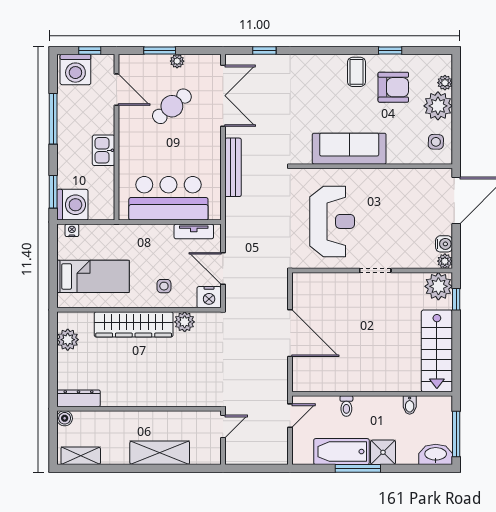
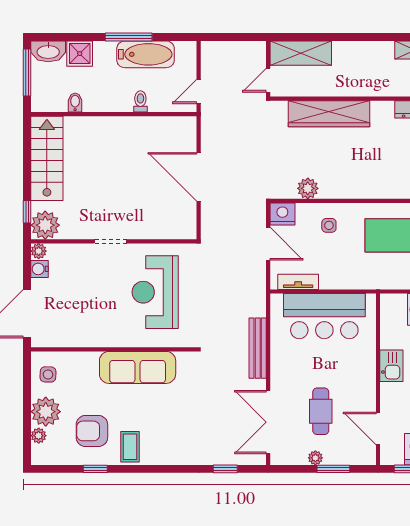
cafe table: (172, 106) -> (321, 411), turned -50
wardrobe: (134, 324) -> (329, 114), moved, turned 180
shower: (383, 452) -> (80, 54), moved
shelving: (160, 453) -> (301, 53), moved

